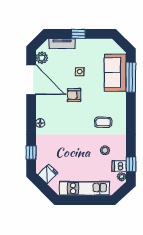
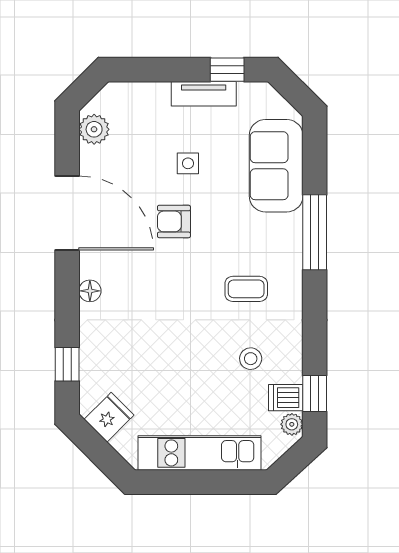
window: (78, 34) -> (227, 70), moved
tv unit: (62, 44) -> (204, 94), moved
window: (131, 77) -> (315, 232), moved
door: (31, 80) -> (67, 213), moved

